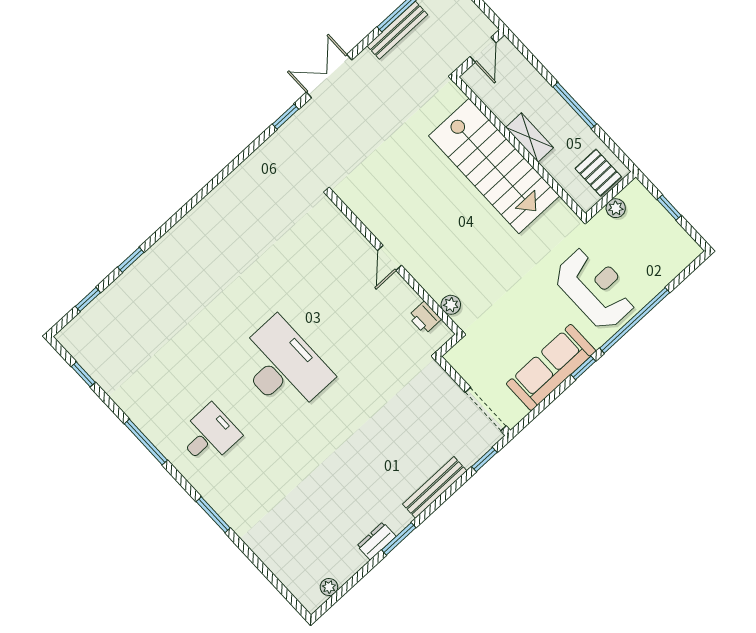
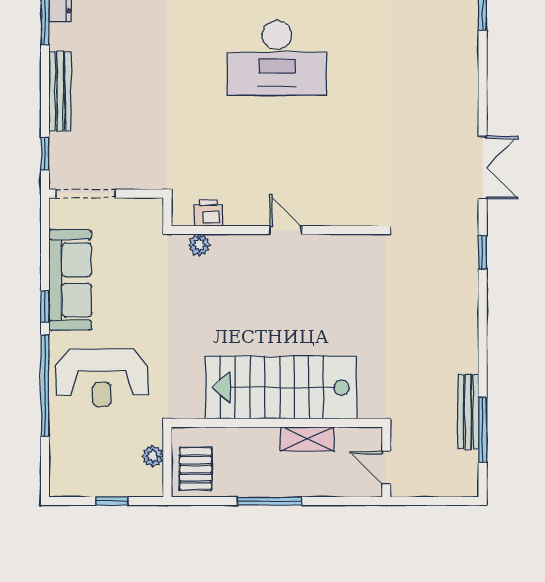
double door: (329, 76) -> (483, 168), moved
shelving: (530, 138) -> (307, 439), moved
pallet: (598, 173) -> (196, 469), turned 90

